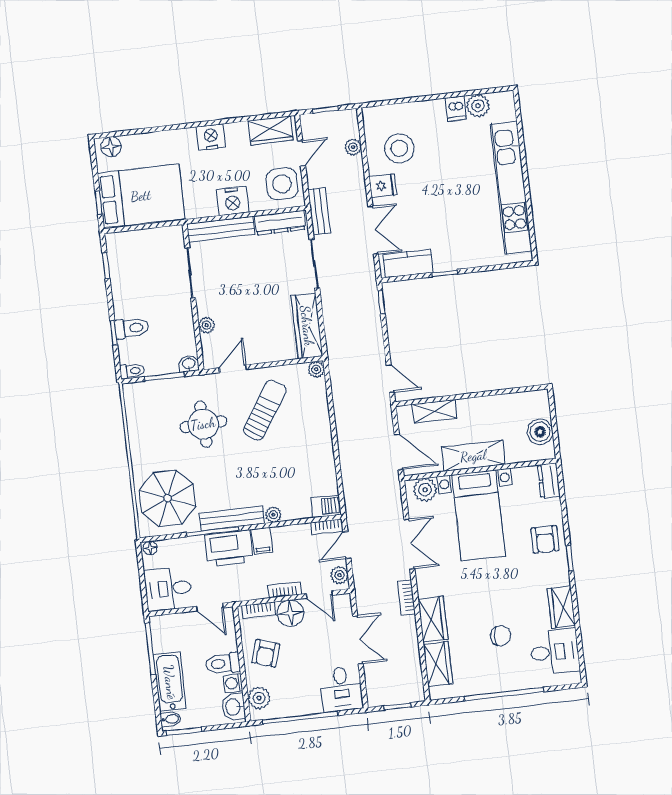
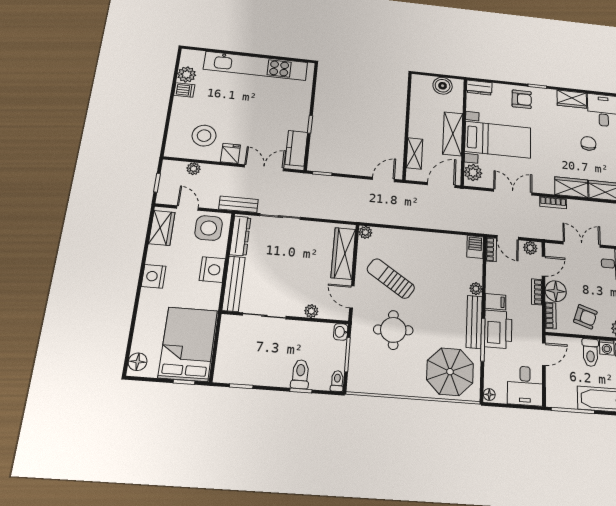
wardrobe: (307, 326) -> (343, 253), moved, turned 90

